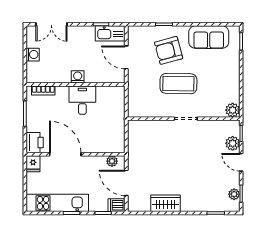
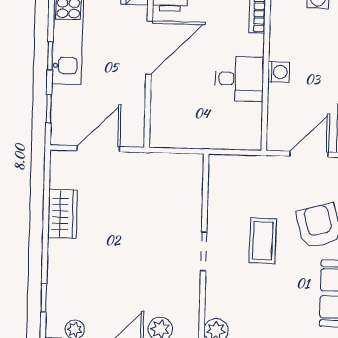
coffee table: (178, 84) -> (263, 241), width x0.73, depth x0.76
plant: (112, 161) -> (136, 126), removed
dishwasher: (116, 205) -> (61, 131), removed

